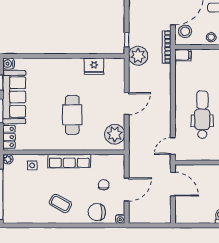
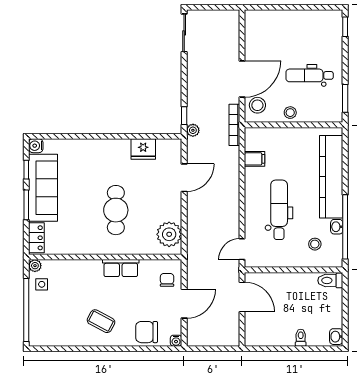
filing cabinet: (183, 55) -> (255, 159), moved
plant: (138, 56) -> (193, 130), width x0.53, depth x0.53
door: (127, 104) -> (184, 178), moved
row of seats: (69, 161) -> (121, 268), width x0.68
side table: (32, 165) -> (42, 284), moved
chair: (104, 185) -> (167, 280), moved

